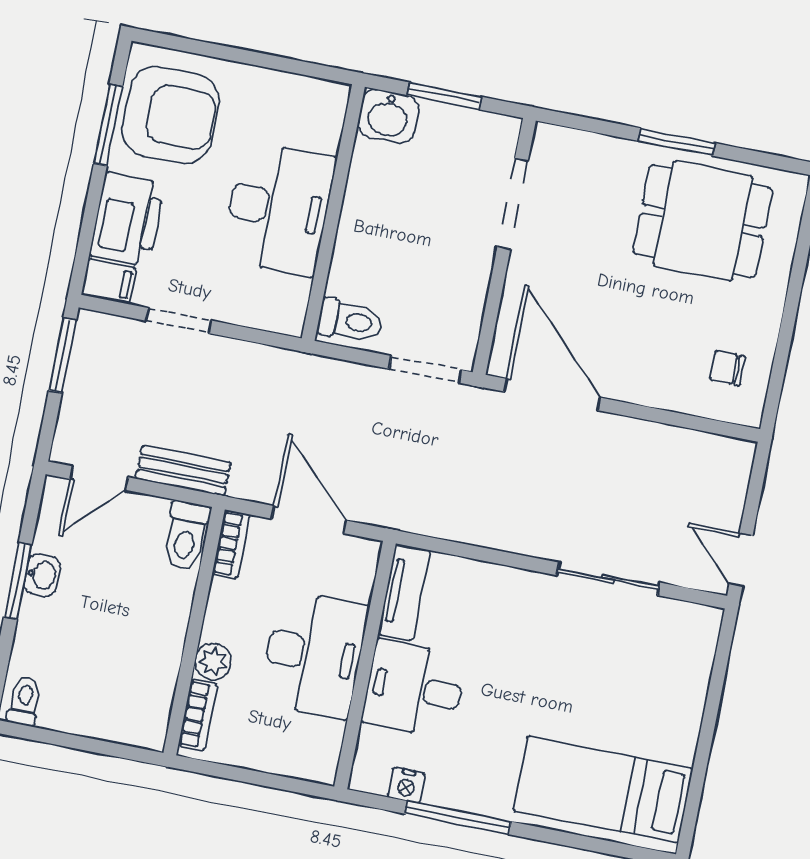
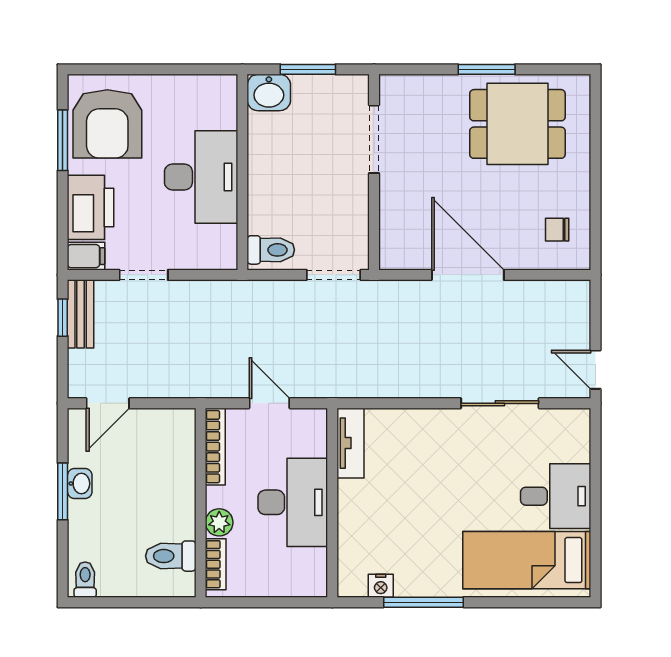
armchair: (170, 115) -> (107, 124), turned 90
window: (62, 355) -> (63, 318), width x0.67
door: (552, 395) -> (468, 275), moved
bench: (183, 471) -> (81, 314), moved, turned 90
door: (309, 520) -> (269, 403), width x0.73
toilet: (186, 536) -> (171, 556), moved, turned 90
bookcase: (231, 544) -> (215, 447), width x1.56
desk: (414, 689) -> (556, 496), moved, turned 180

